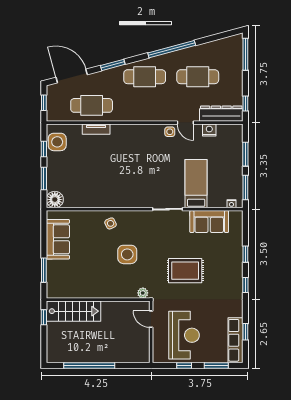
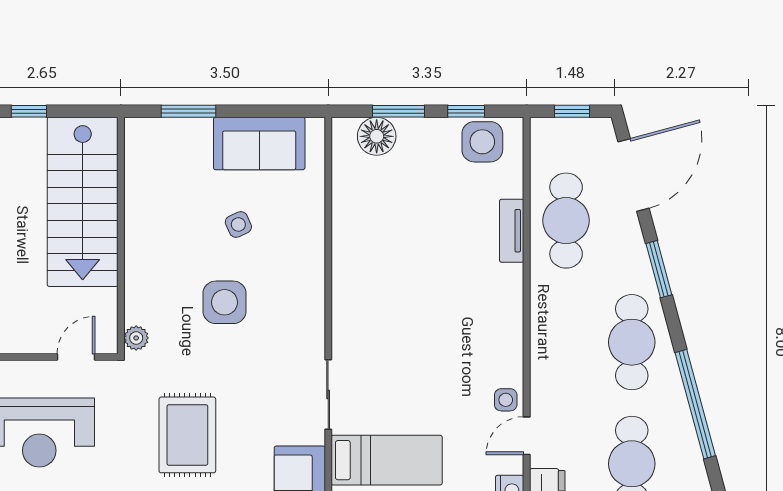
floor lamp: (55, 200) -> (377, 136), moved
side table: (111, 223) -> (238, 224), moved
stairs: (74, 311) -> (83, 202), width x1.36, depth x1.51
window: (44, 317) -> (29, 111), moved

